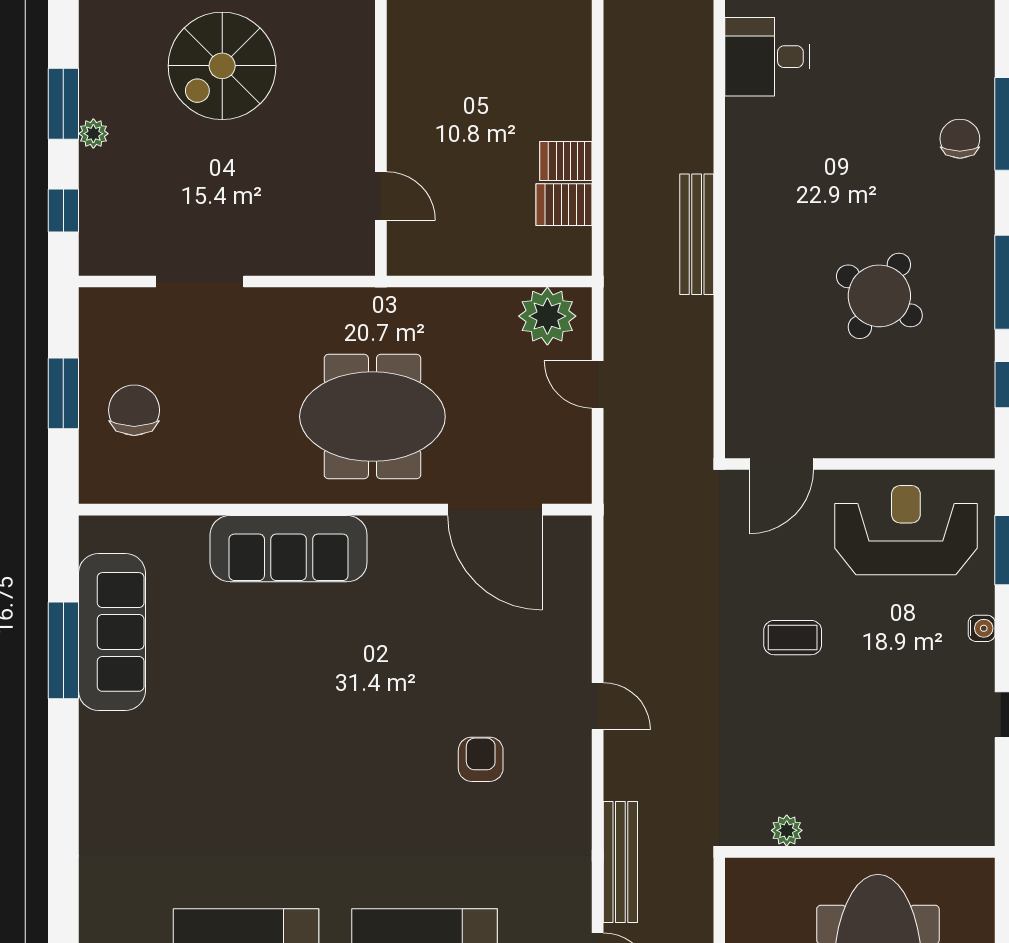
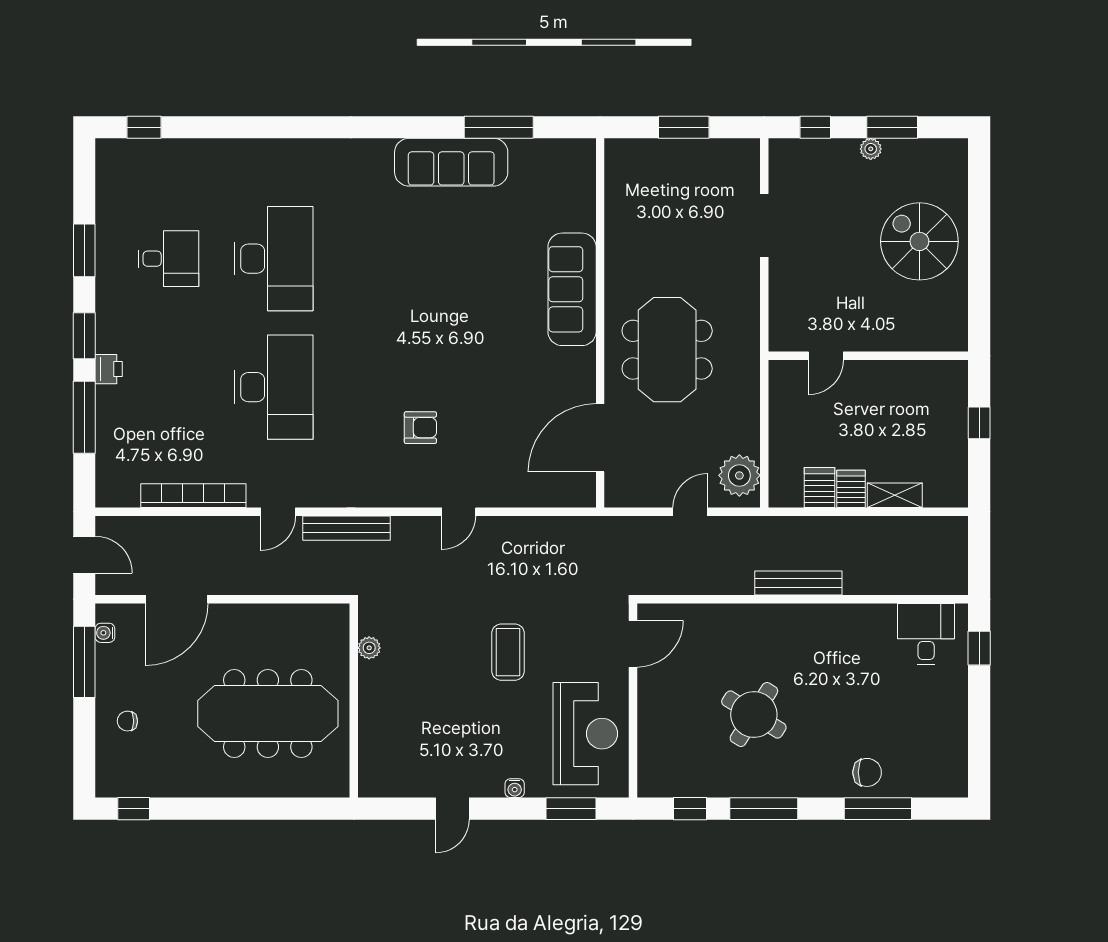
shelving: (575, 100) -> (895, 495), added
chair: (134, 410) -> (672, 178), removed
door: (781, 464) -> (633, 644), swing flipped
sofa: (112, 632) -> (451, 162), moved
coffee table: (793, 638) -> (508, 652), width x1.36, depth x1.30

